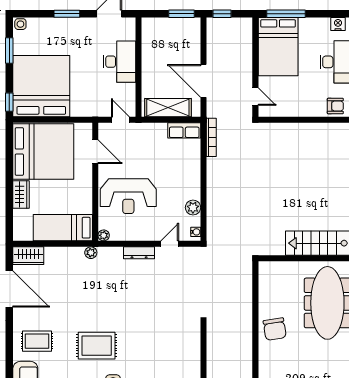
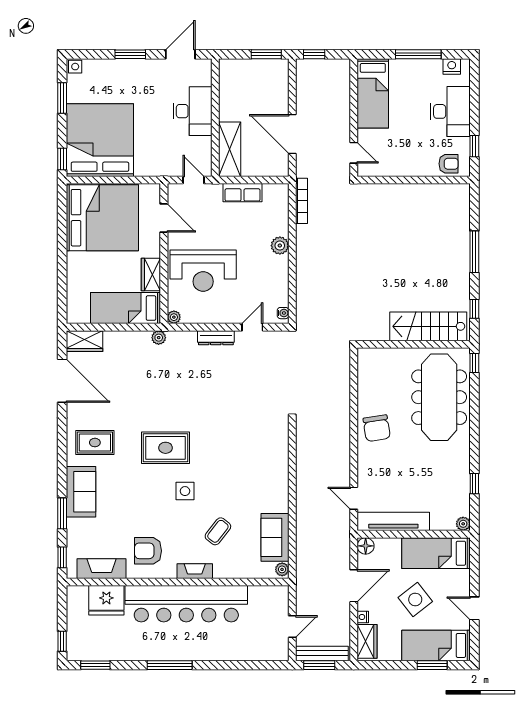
window: (286, 14) -> (418, 54), moved
bed: (278, 47) -> (373, 93), width x0.67
shelving: (168, 108) -> (230, 149), moved, turned 90
row of seats: (184, 130) -> (243, 193), moved
wardrobe: (21, 194) -> (151, 275), moved, turned 180
plant: (193, 208) -> (280, 246), moved

